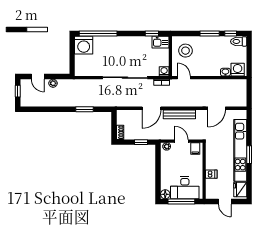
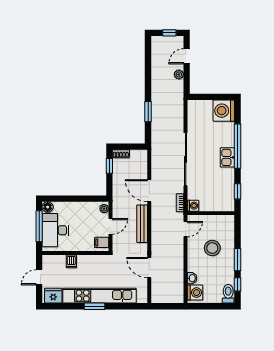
window: (98, 34) -> (238, 146), moved
kitchen sink: (161, 42) -> (227, 157), moved
stool: (186, 51) -> (212, 248), moved
window: (141, 142) -> (109, 166), moved

